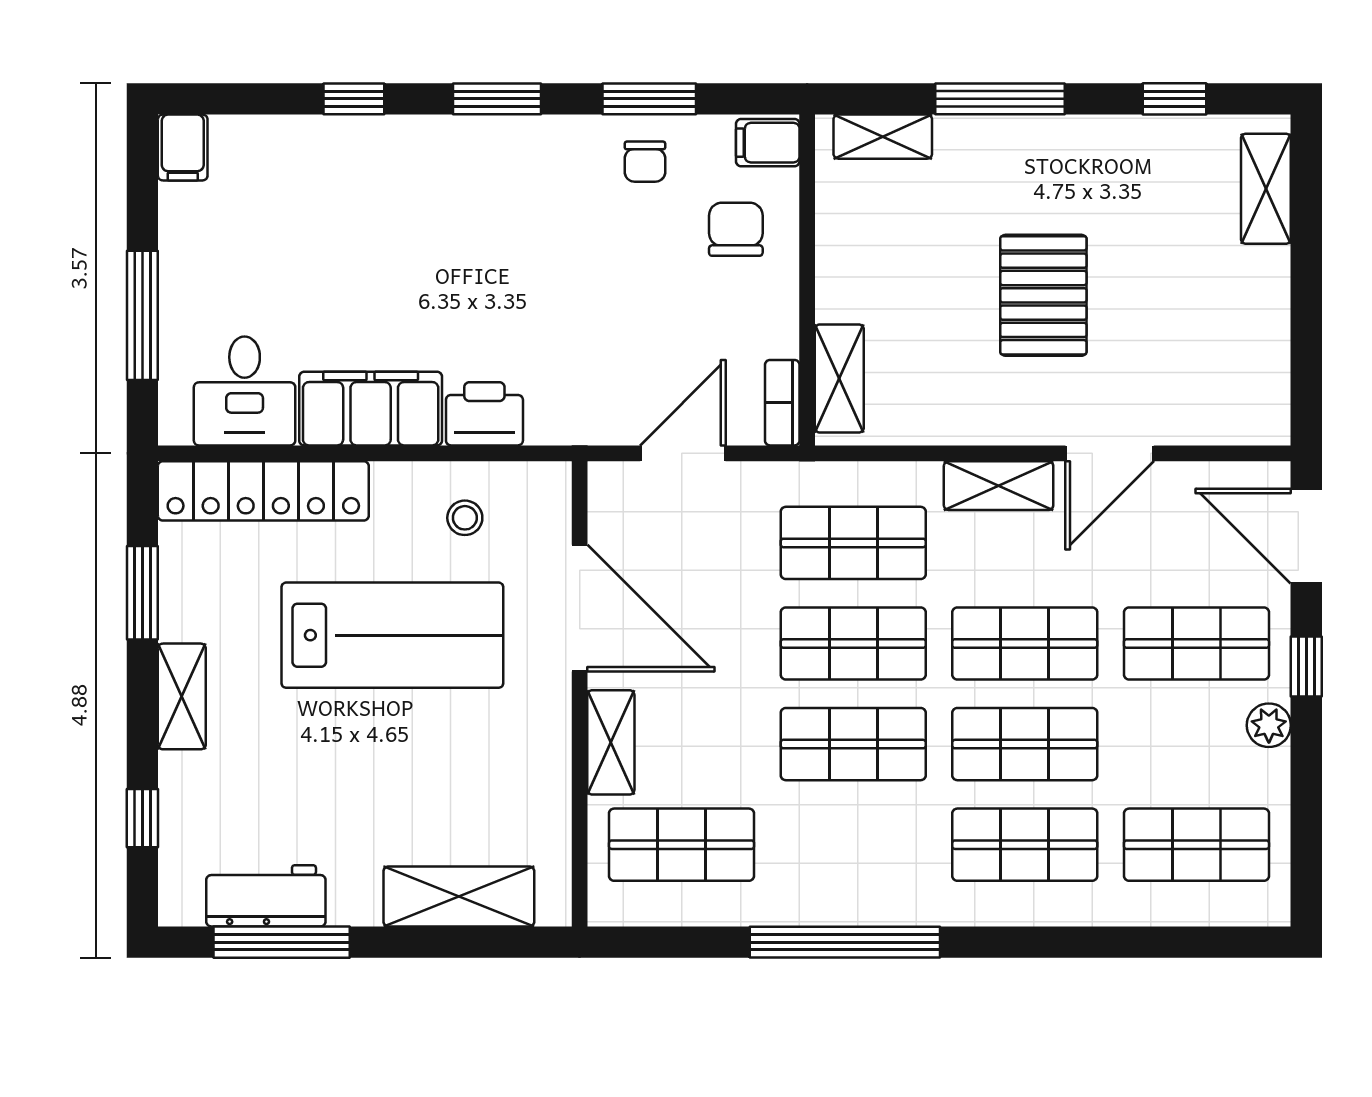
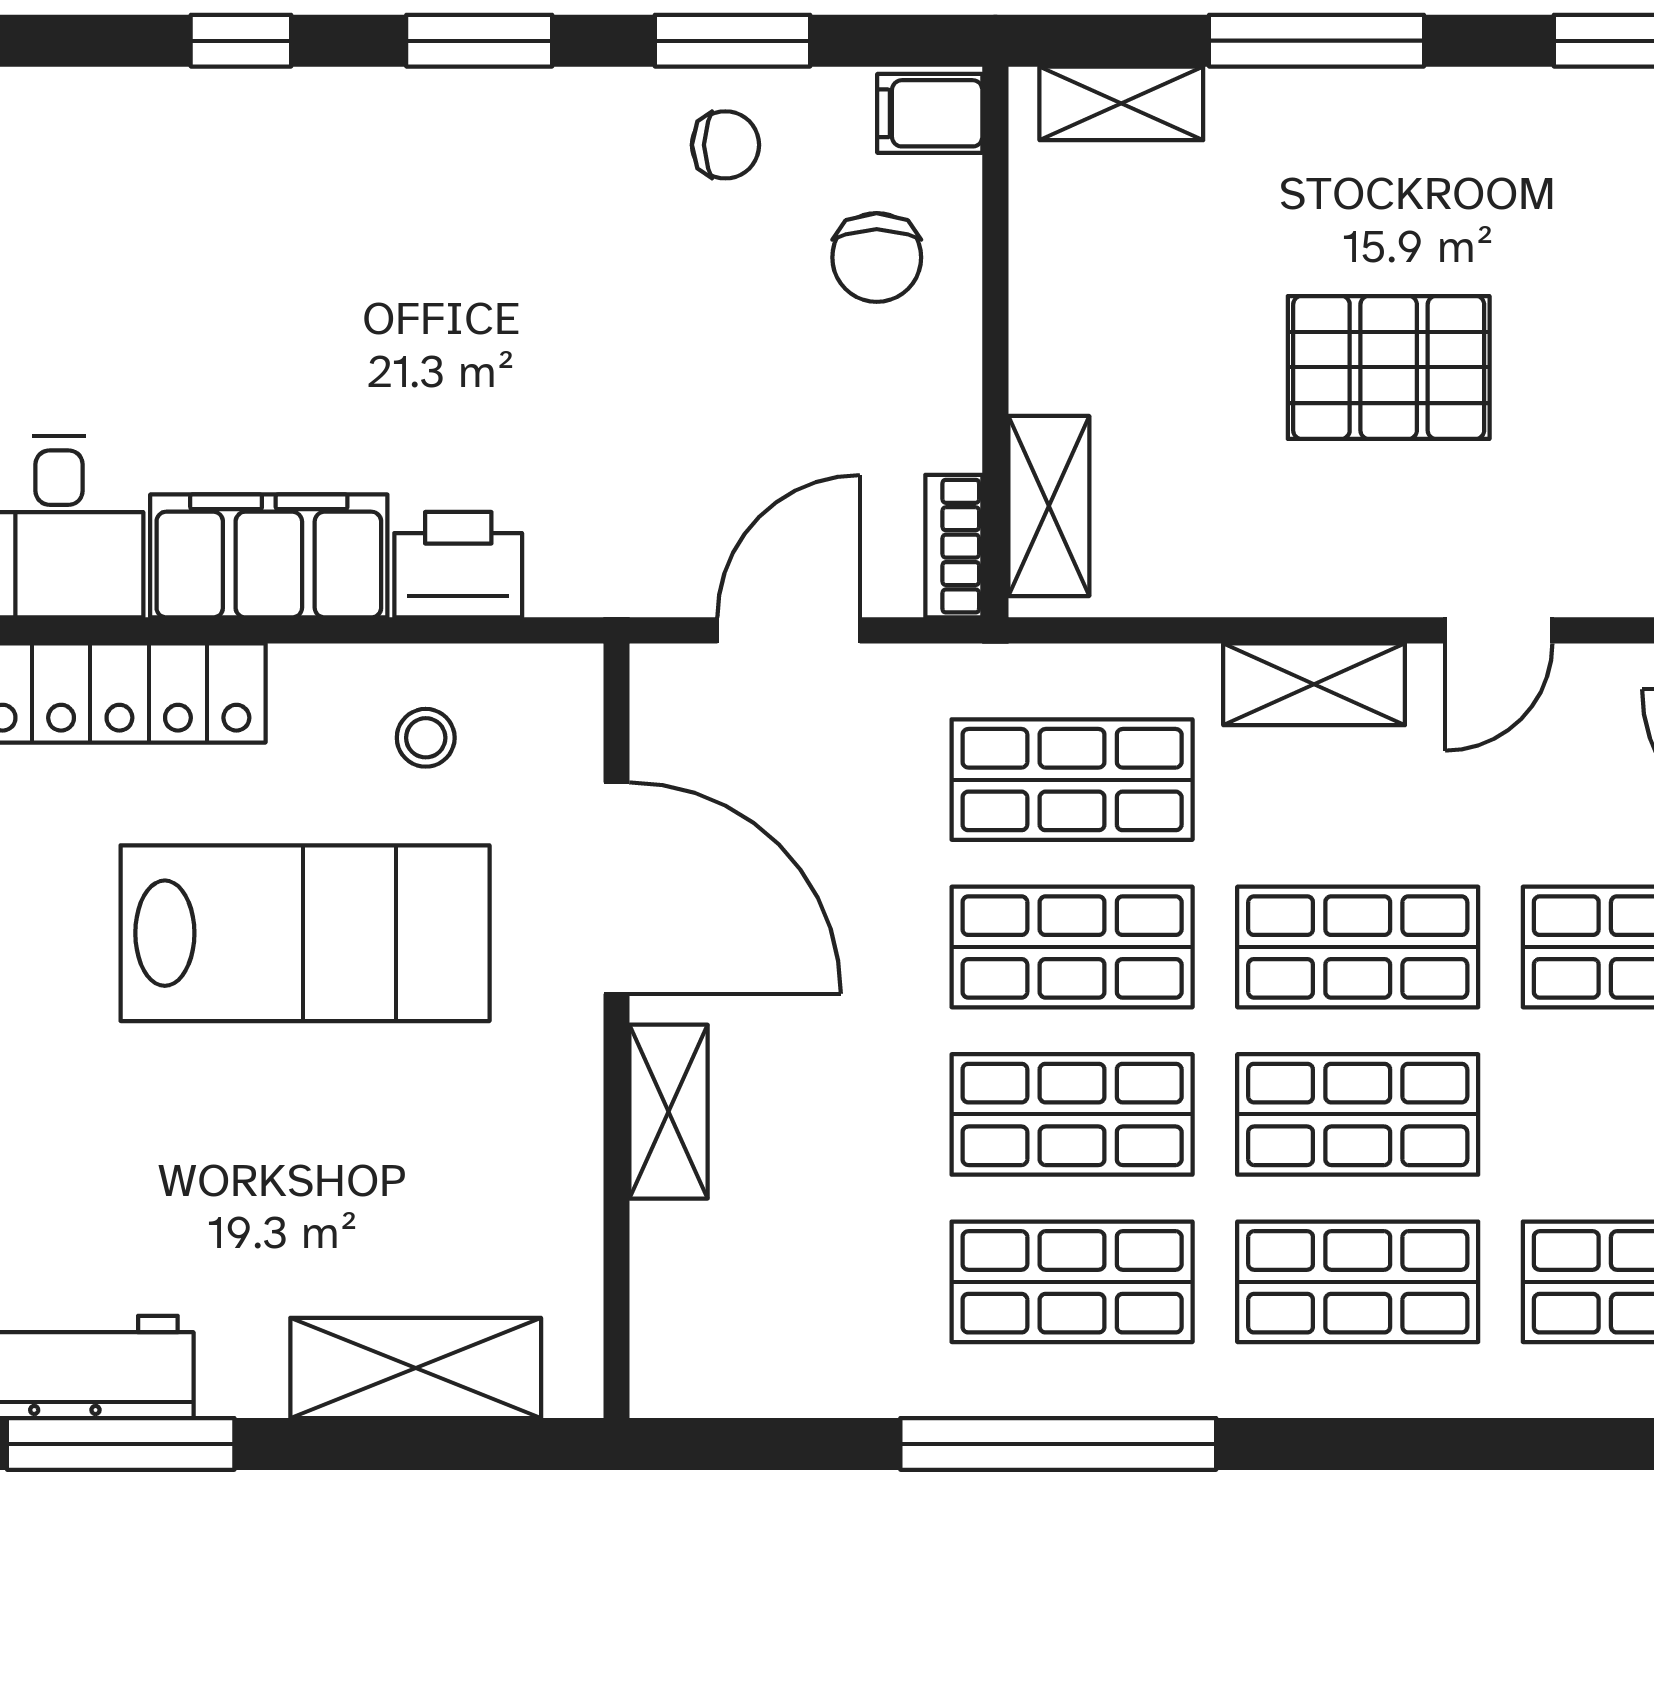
chair: (645, 162) -> (725, 145), turned -90
chair: (736, 229) -> (877, 257), turned 180
pallet: (1043, 295) -> (1389, 367), turned 90
door: (1110, 453) -> (1499, 630), width x0.73
shop shelf: (682, 845) -> (1072, 1282), moved

